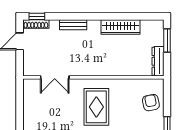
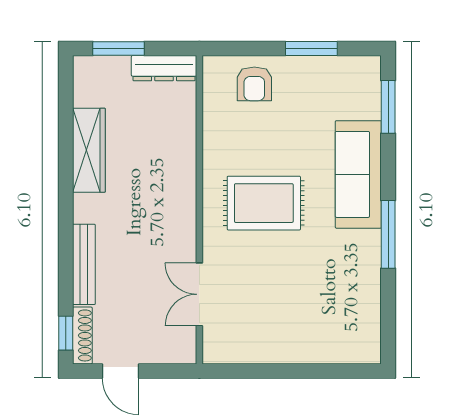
bench: (73, 25) -> (84, 264), width x1.36
double door: (55, 77) -> (199, 294), swing flipped
armchair: (151, 103) -> (254, 84), turned -79

